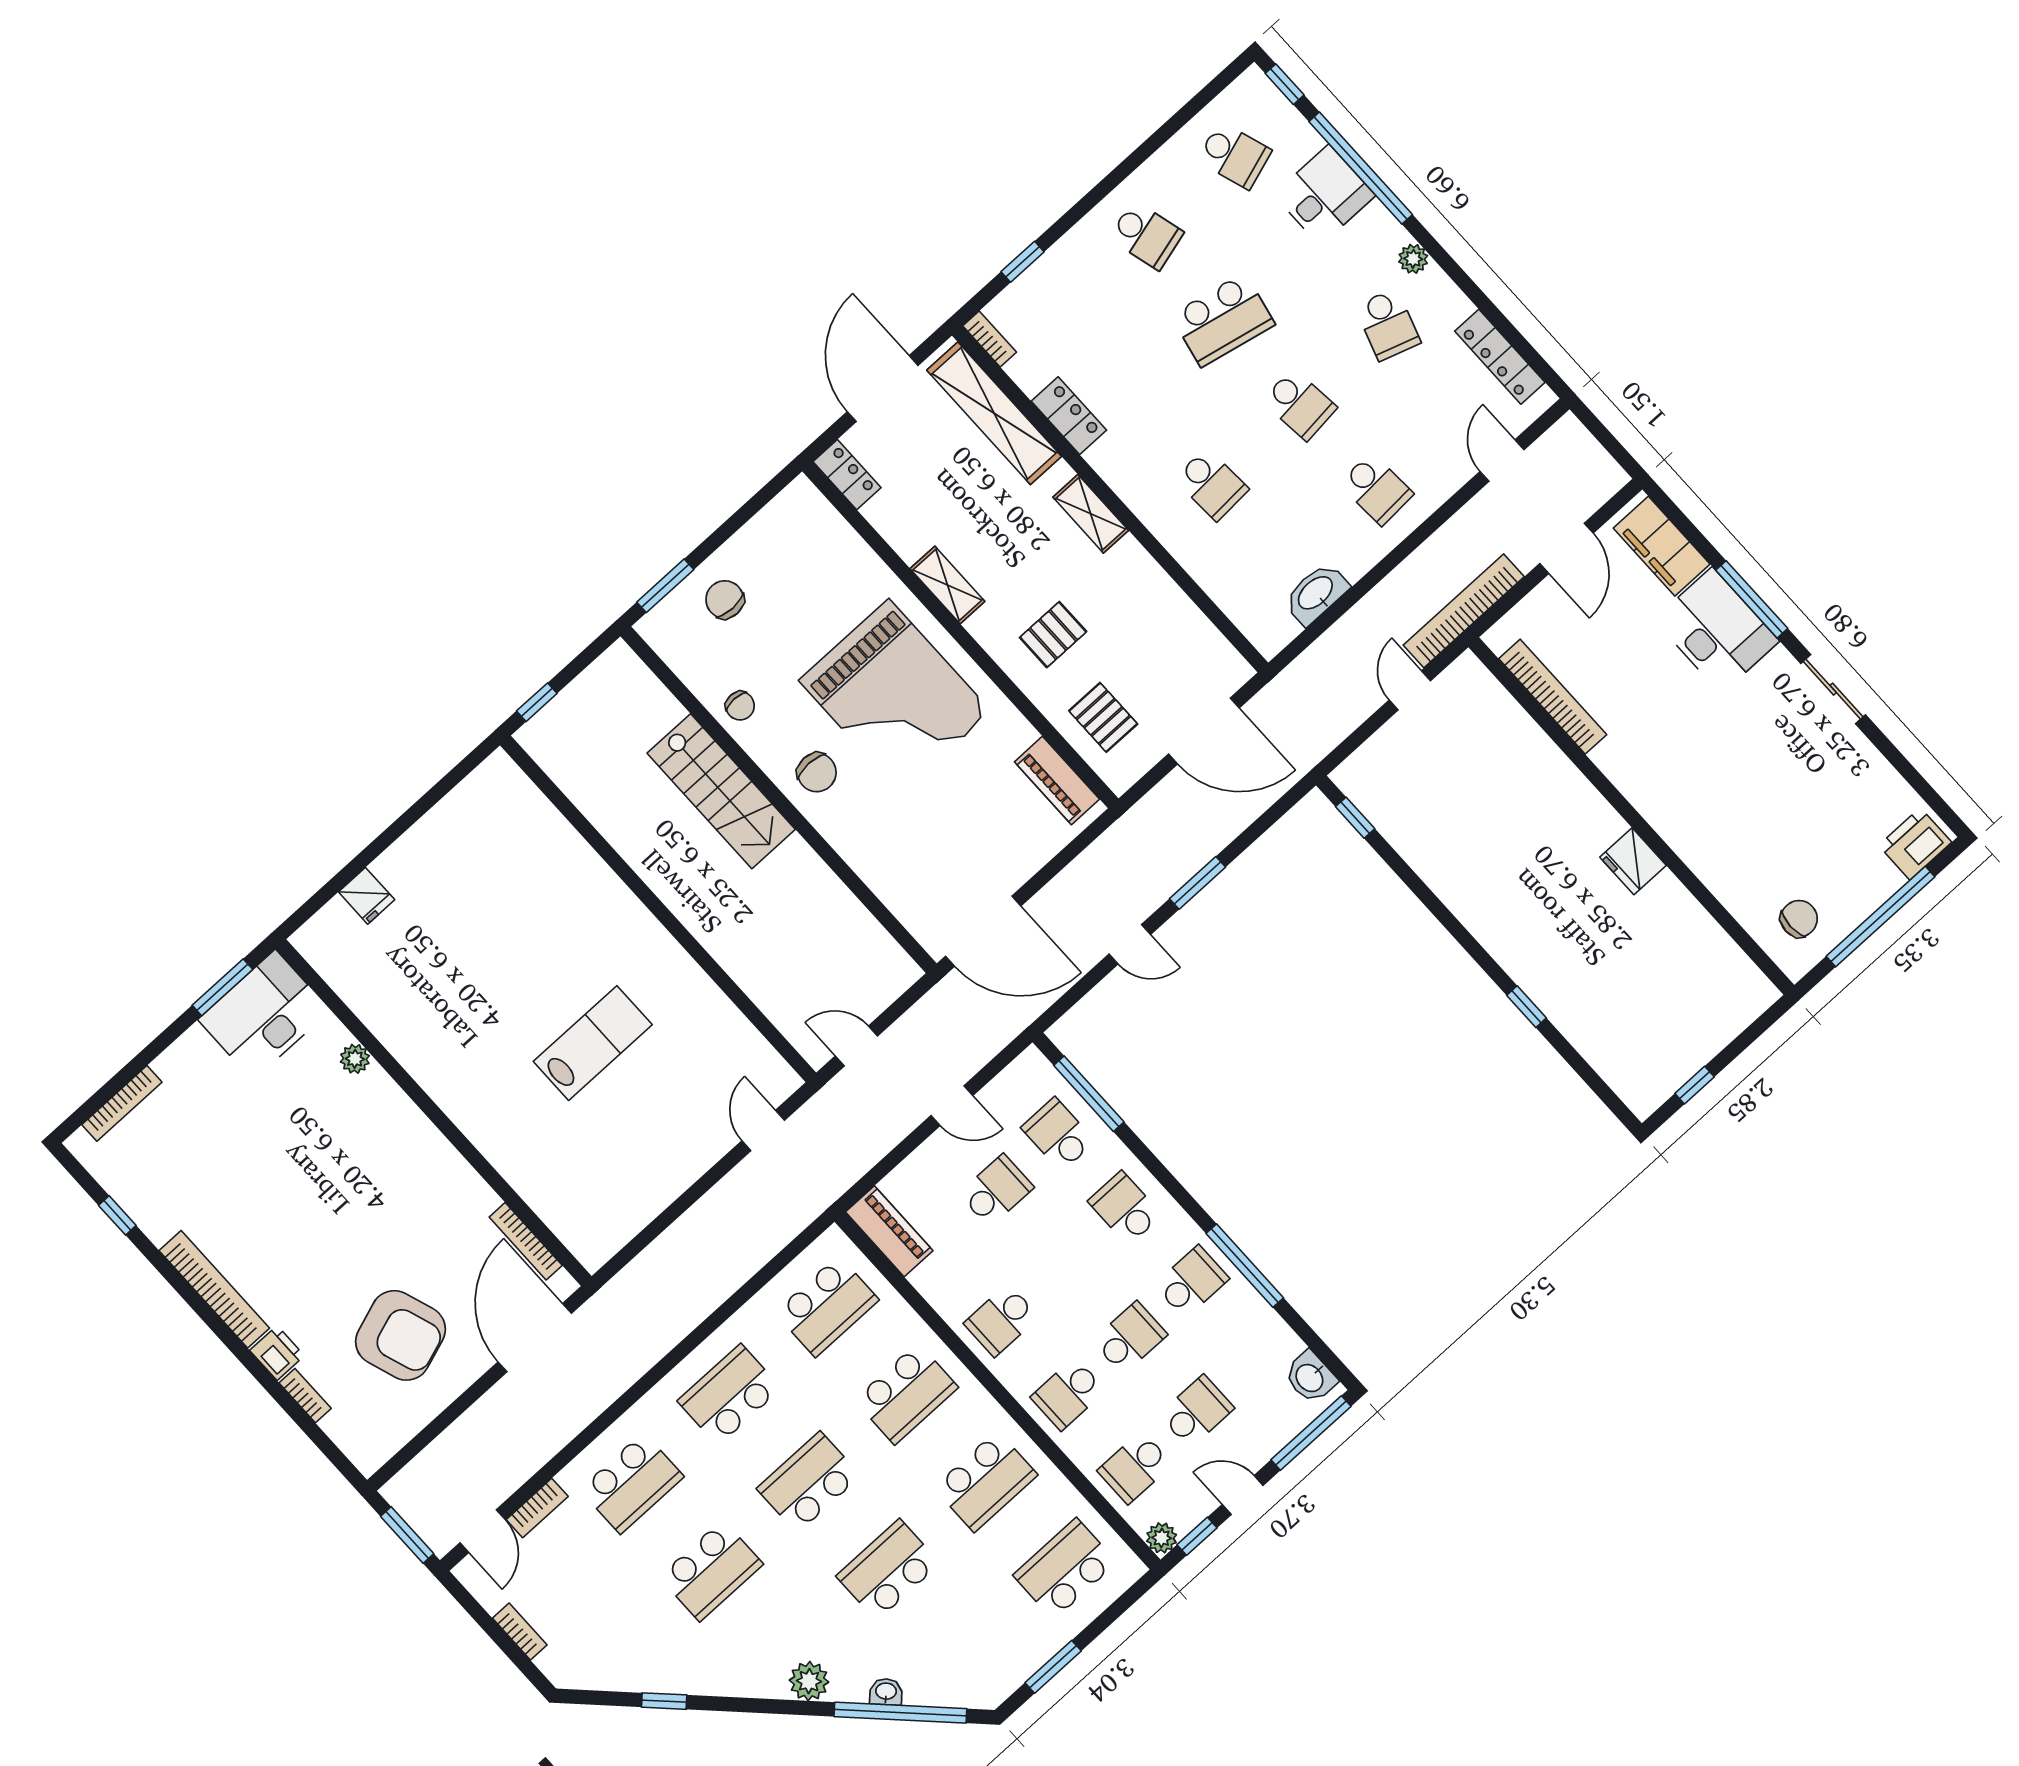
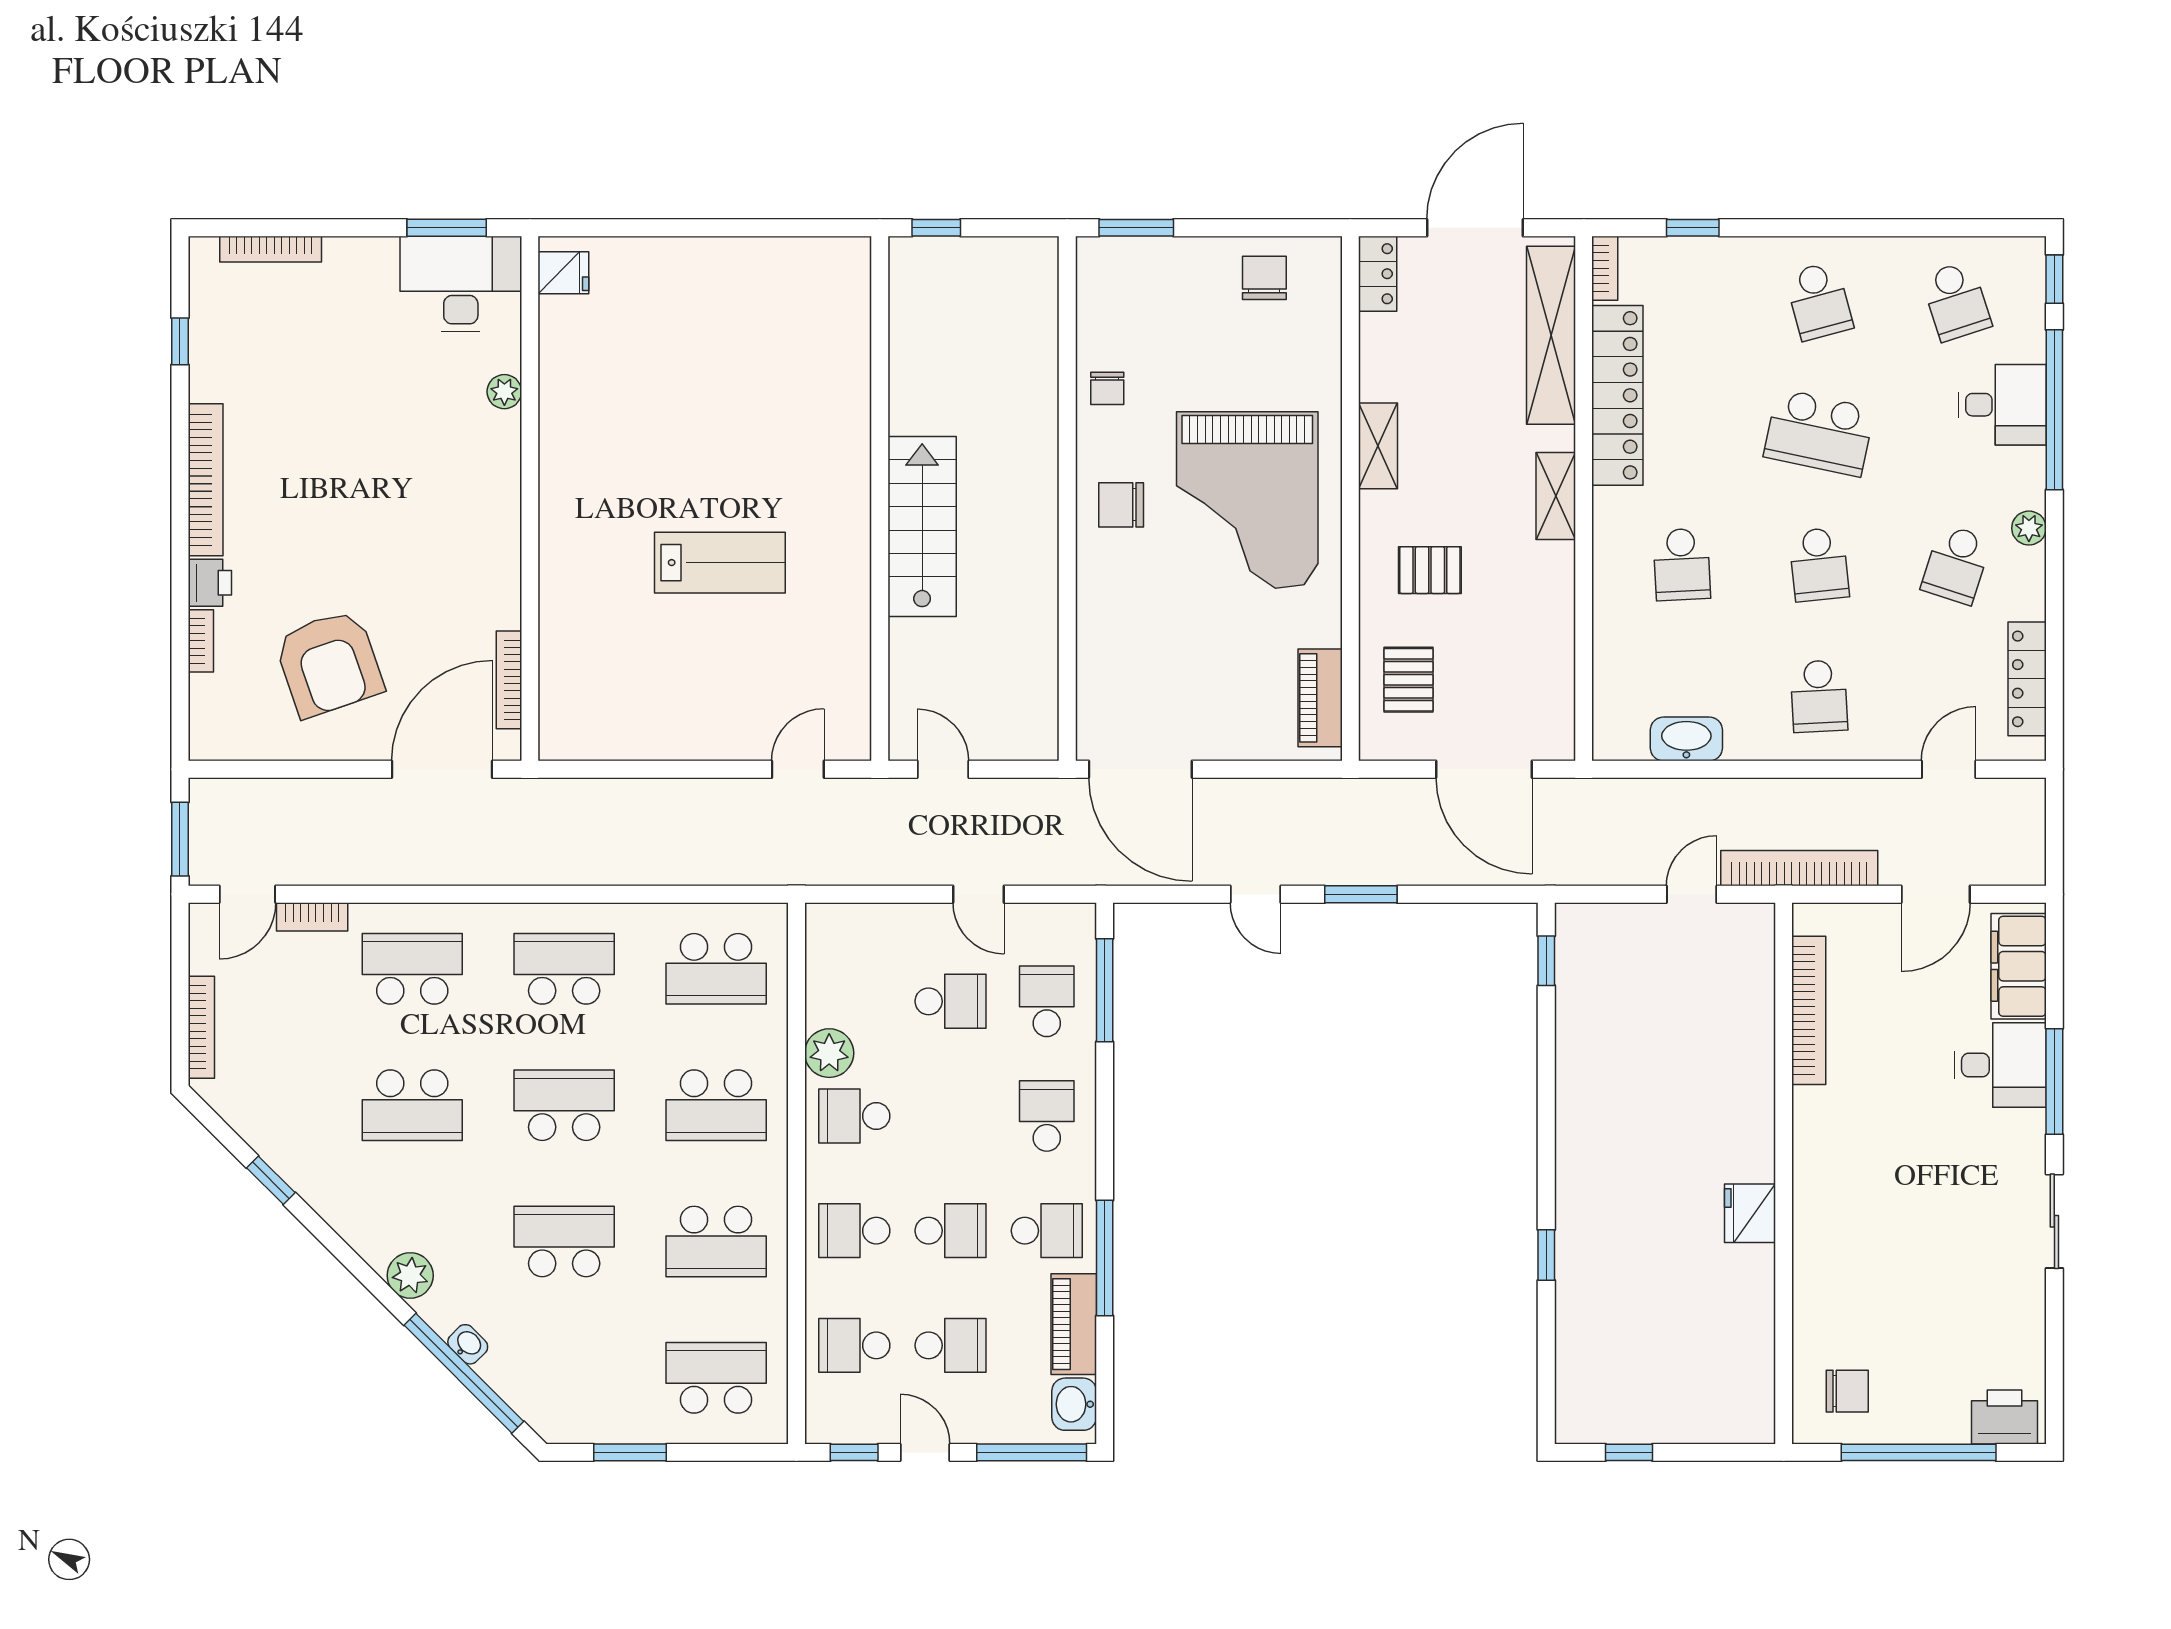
locker: (1069, 416) -> (1617, 395), width x2.16, depth x1.21
chair: (725, 600) -> (1264, 278), moved
desk: (1717, 630) -> (2000, 1065), width x0.73
chair: (817, 772) -> (1121, 505), turned 90
stairs: (721, 791) -> (922, 526), moved, turned 180
fridge: (367, 896) -> (563, 273), moved, turned -90
piano: (889, 1231) -> (1074, 1324), moved, turned 180
school desk: (632, 1483) -> (412, 969), turned 180
plant: (1162, 1538) -> (829, 1053), moved, width x1.38, depth x1.38
bookcase: (520, 1632) -> (201, 1027), width x1.56

